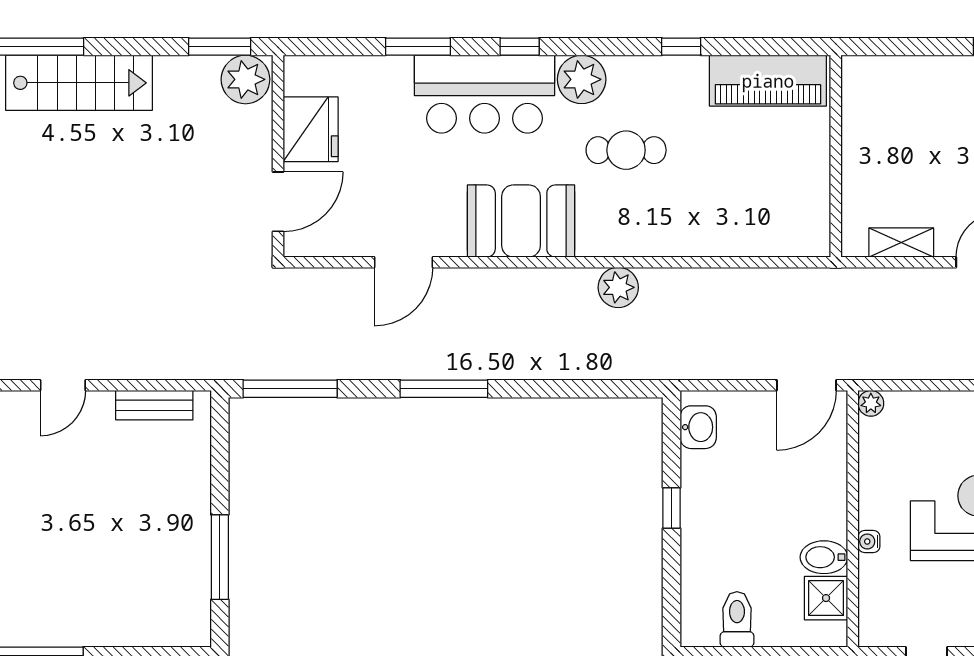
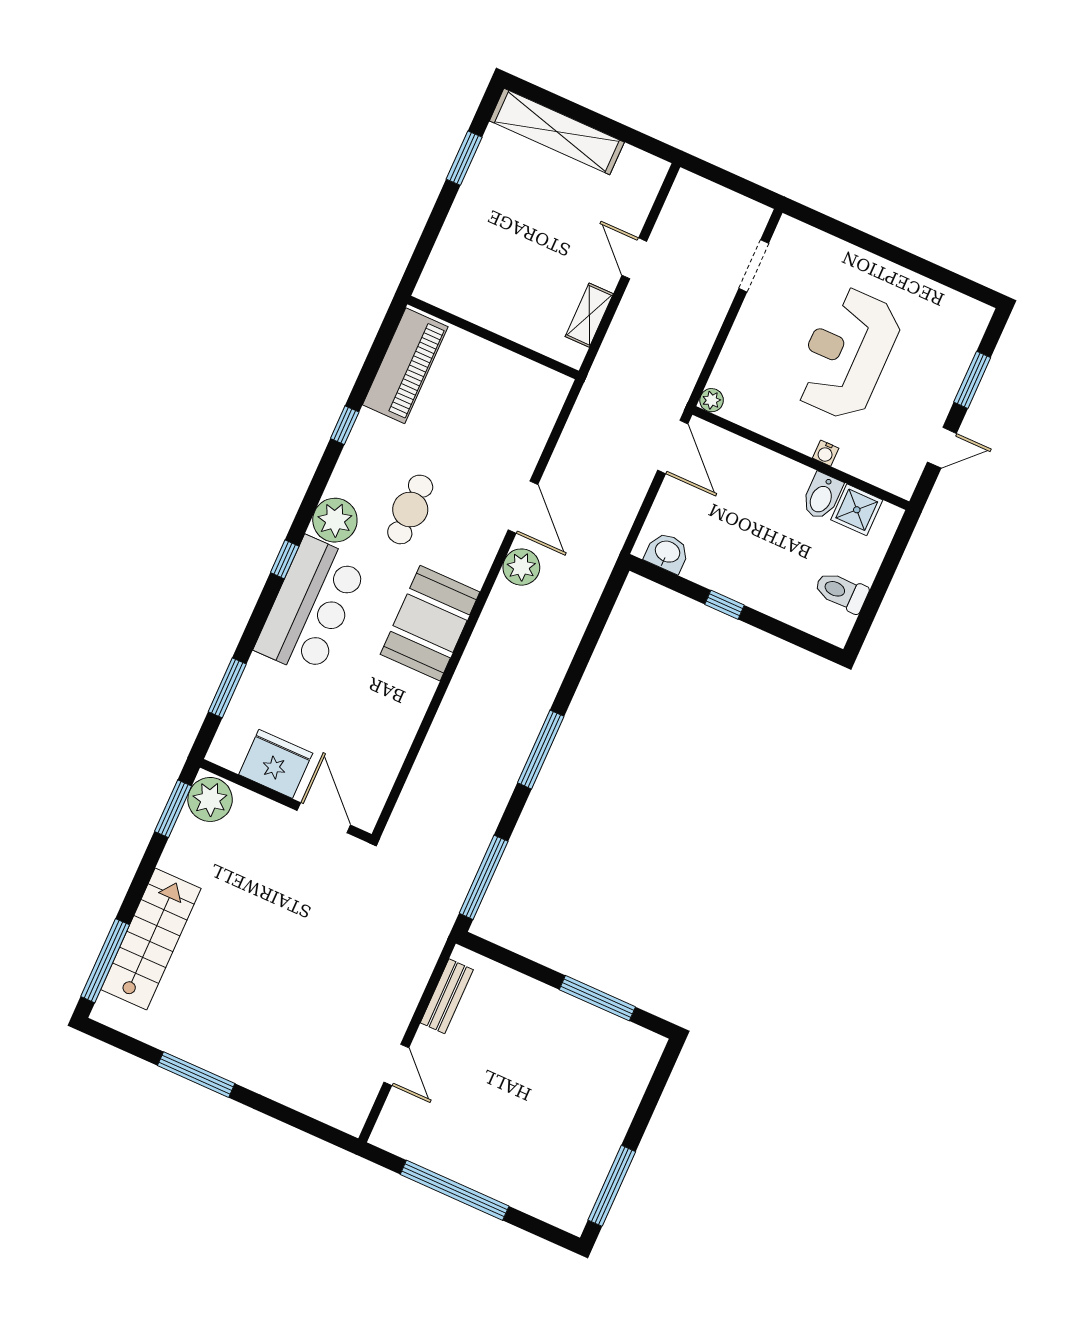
window: (418, 47) -> (227, 688), moved
door: (403, 262) -> (523, 507), moved

